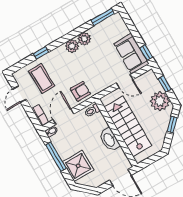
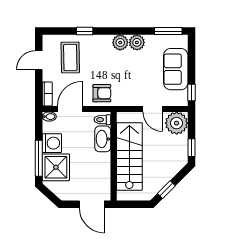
sofa: (131, 54) -> (176, 69), moved
window: (165, 84) -> (191, 148), moved
plant: (160, 101) -> (177, 123), moved
window: (172, 125) -> (166, 190), moved
washbasin: (109, 140) -> (103, 139), moved
washing machine: (65, 150) -> (52, 143), added
window: (56, 157) -> (39, 158), moved

